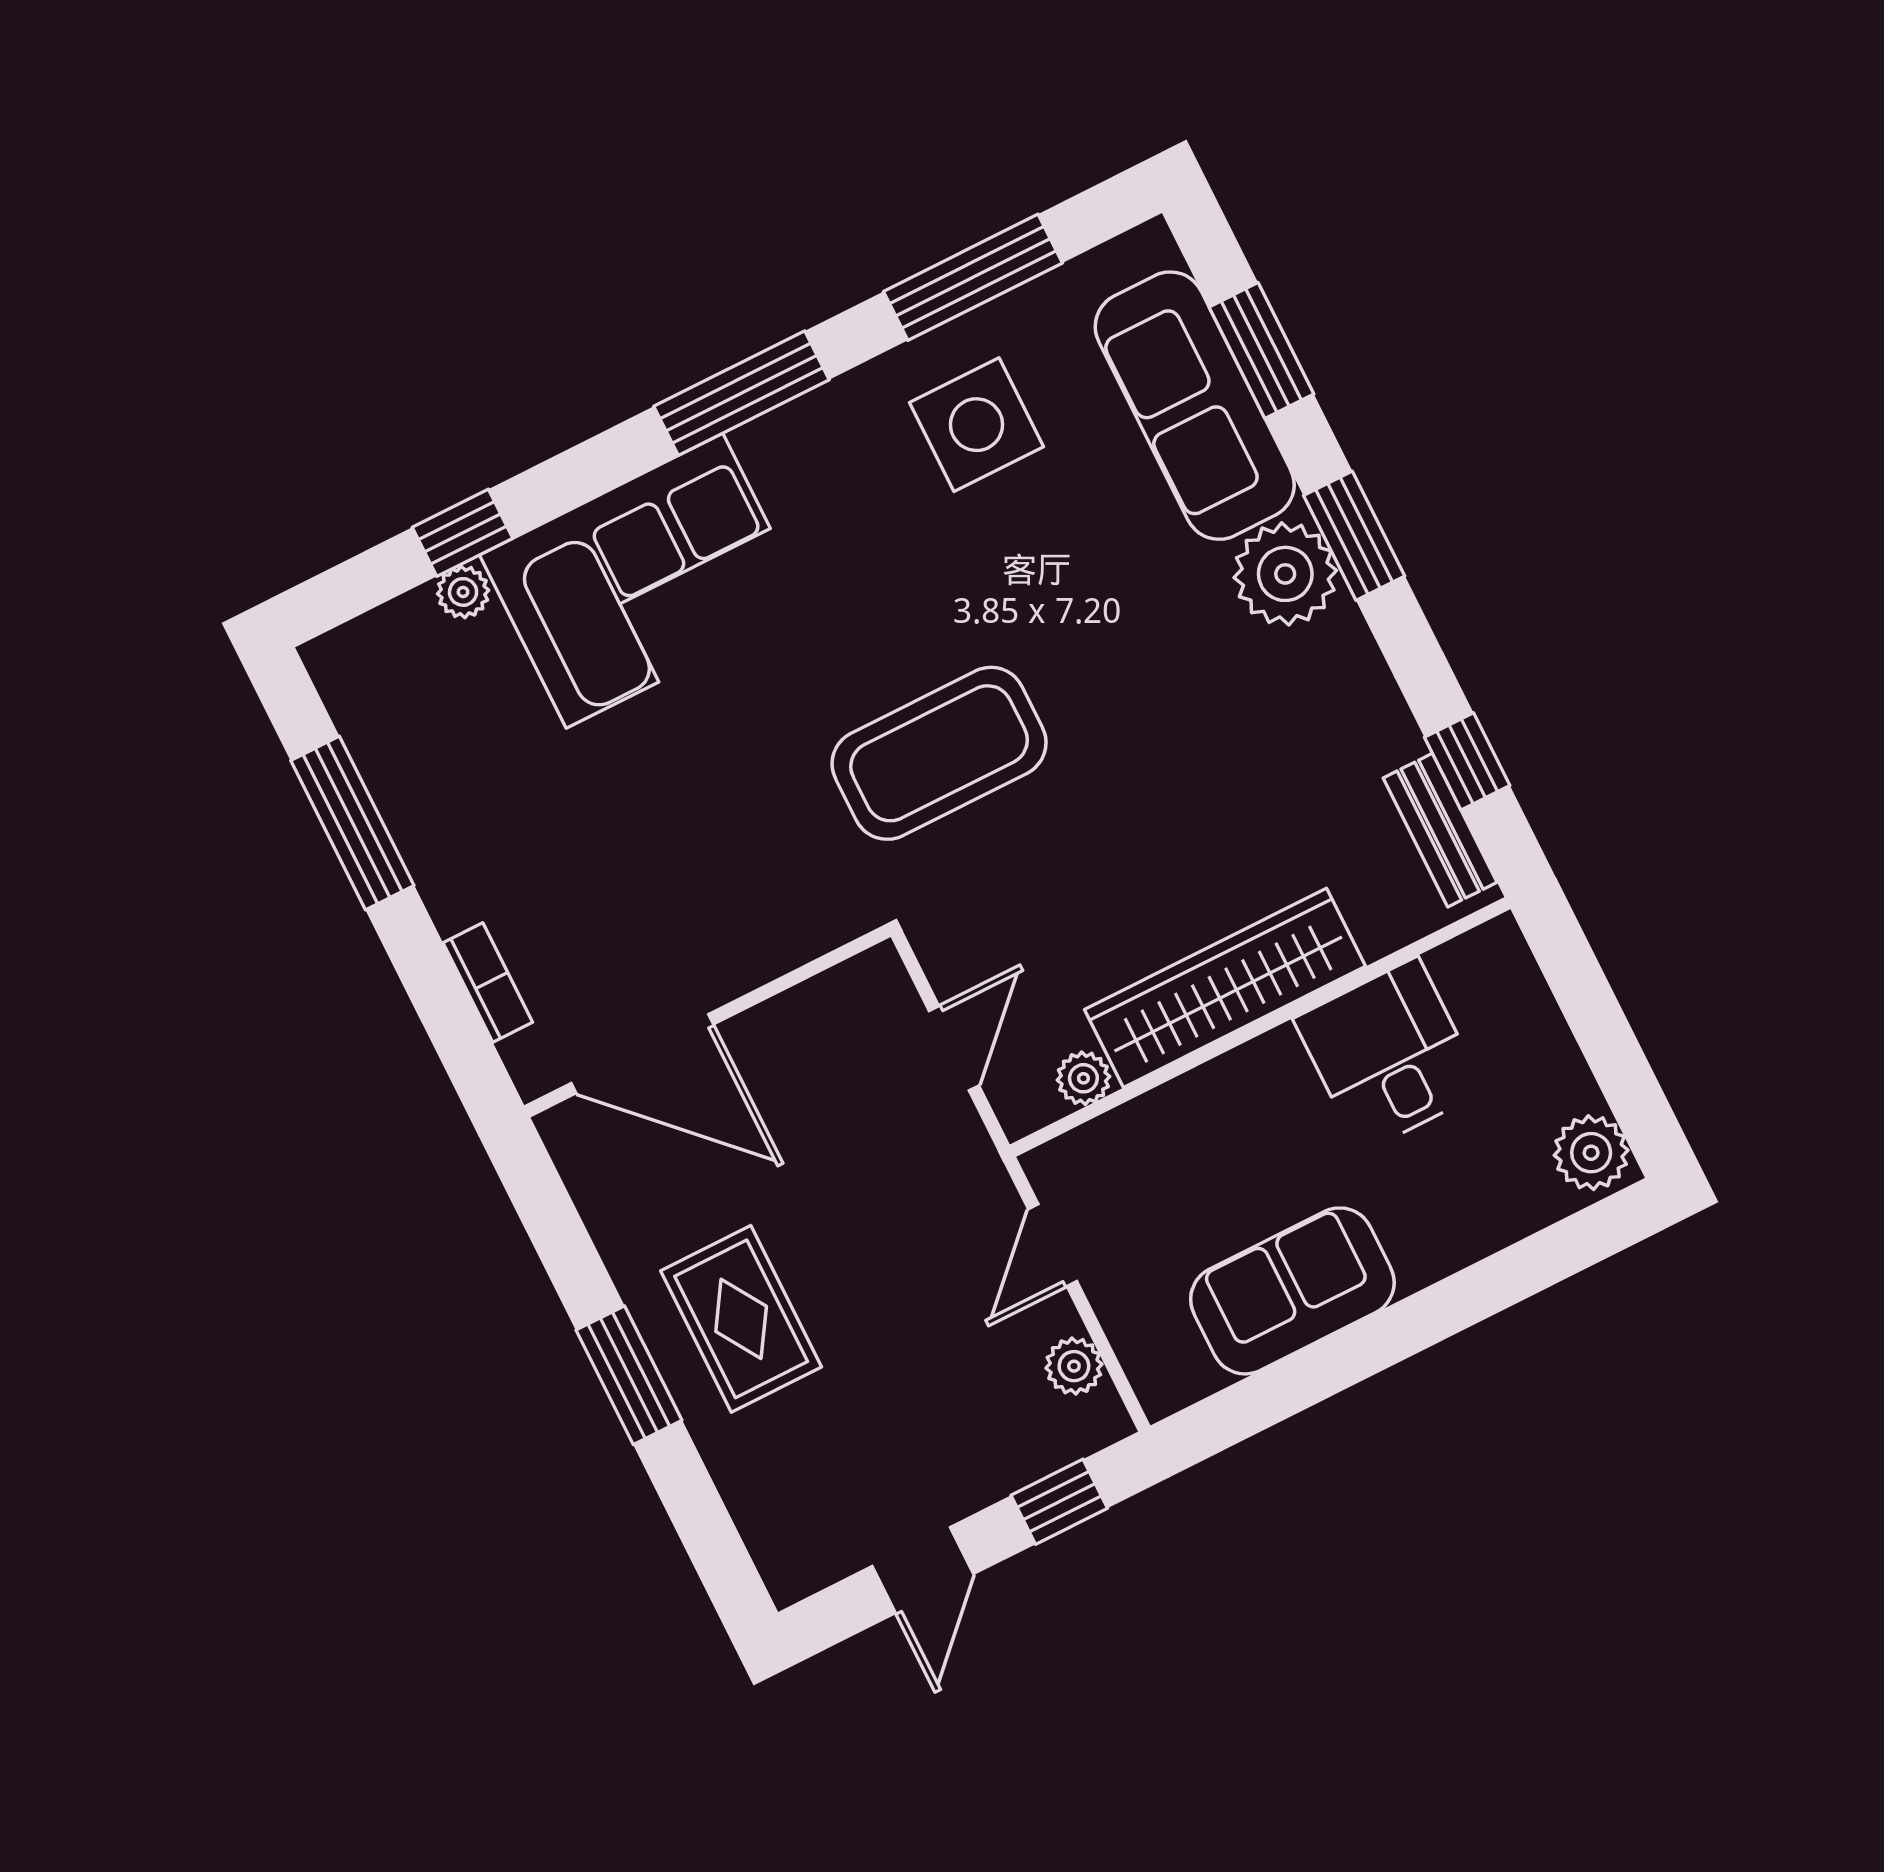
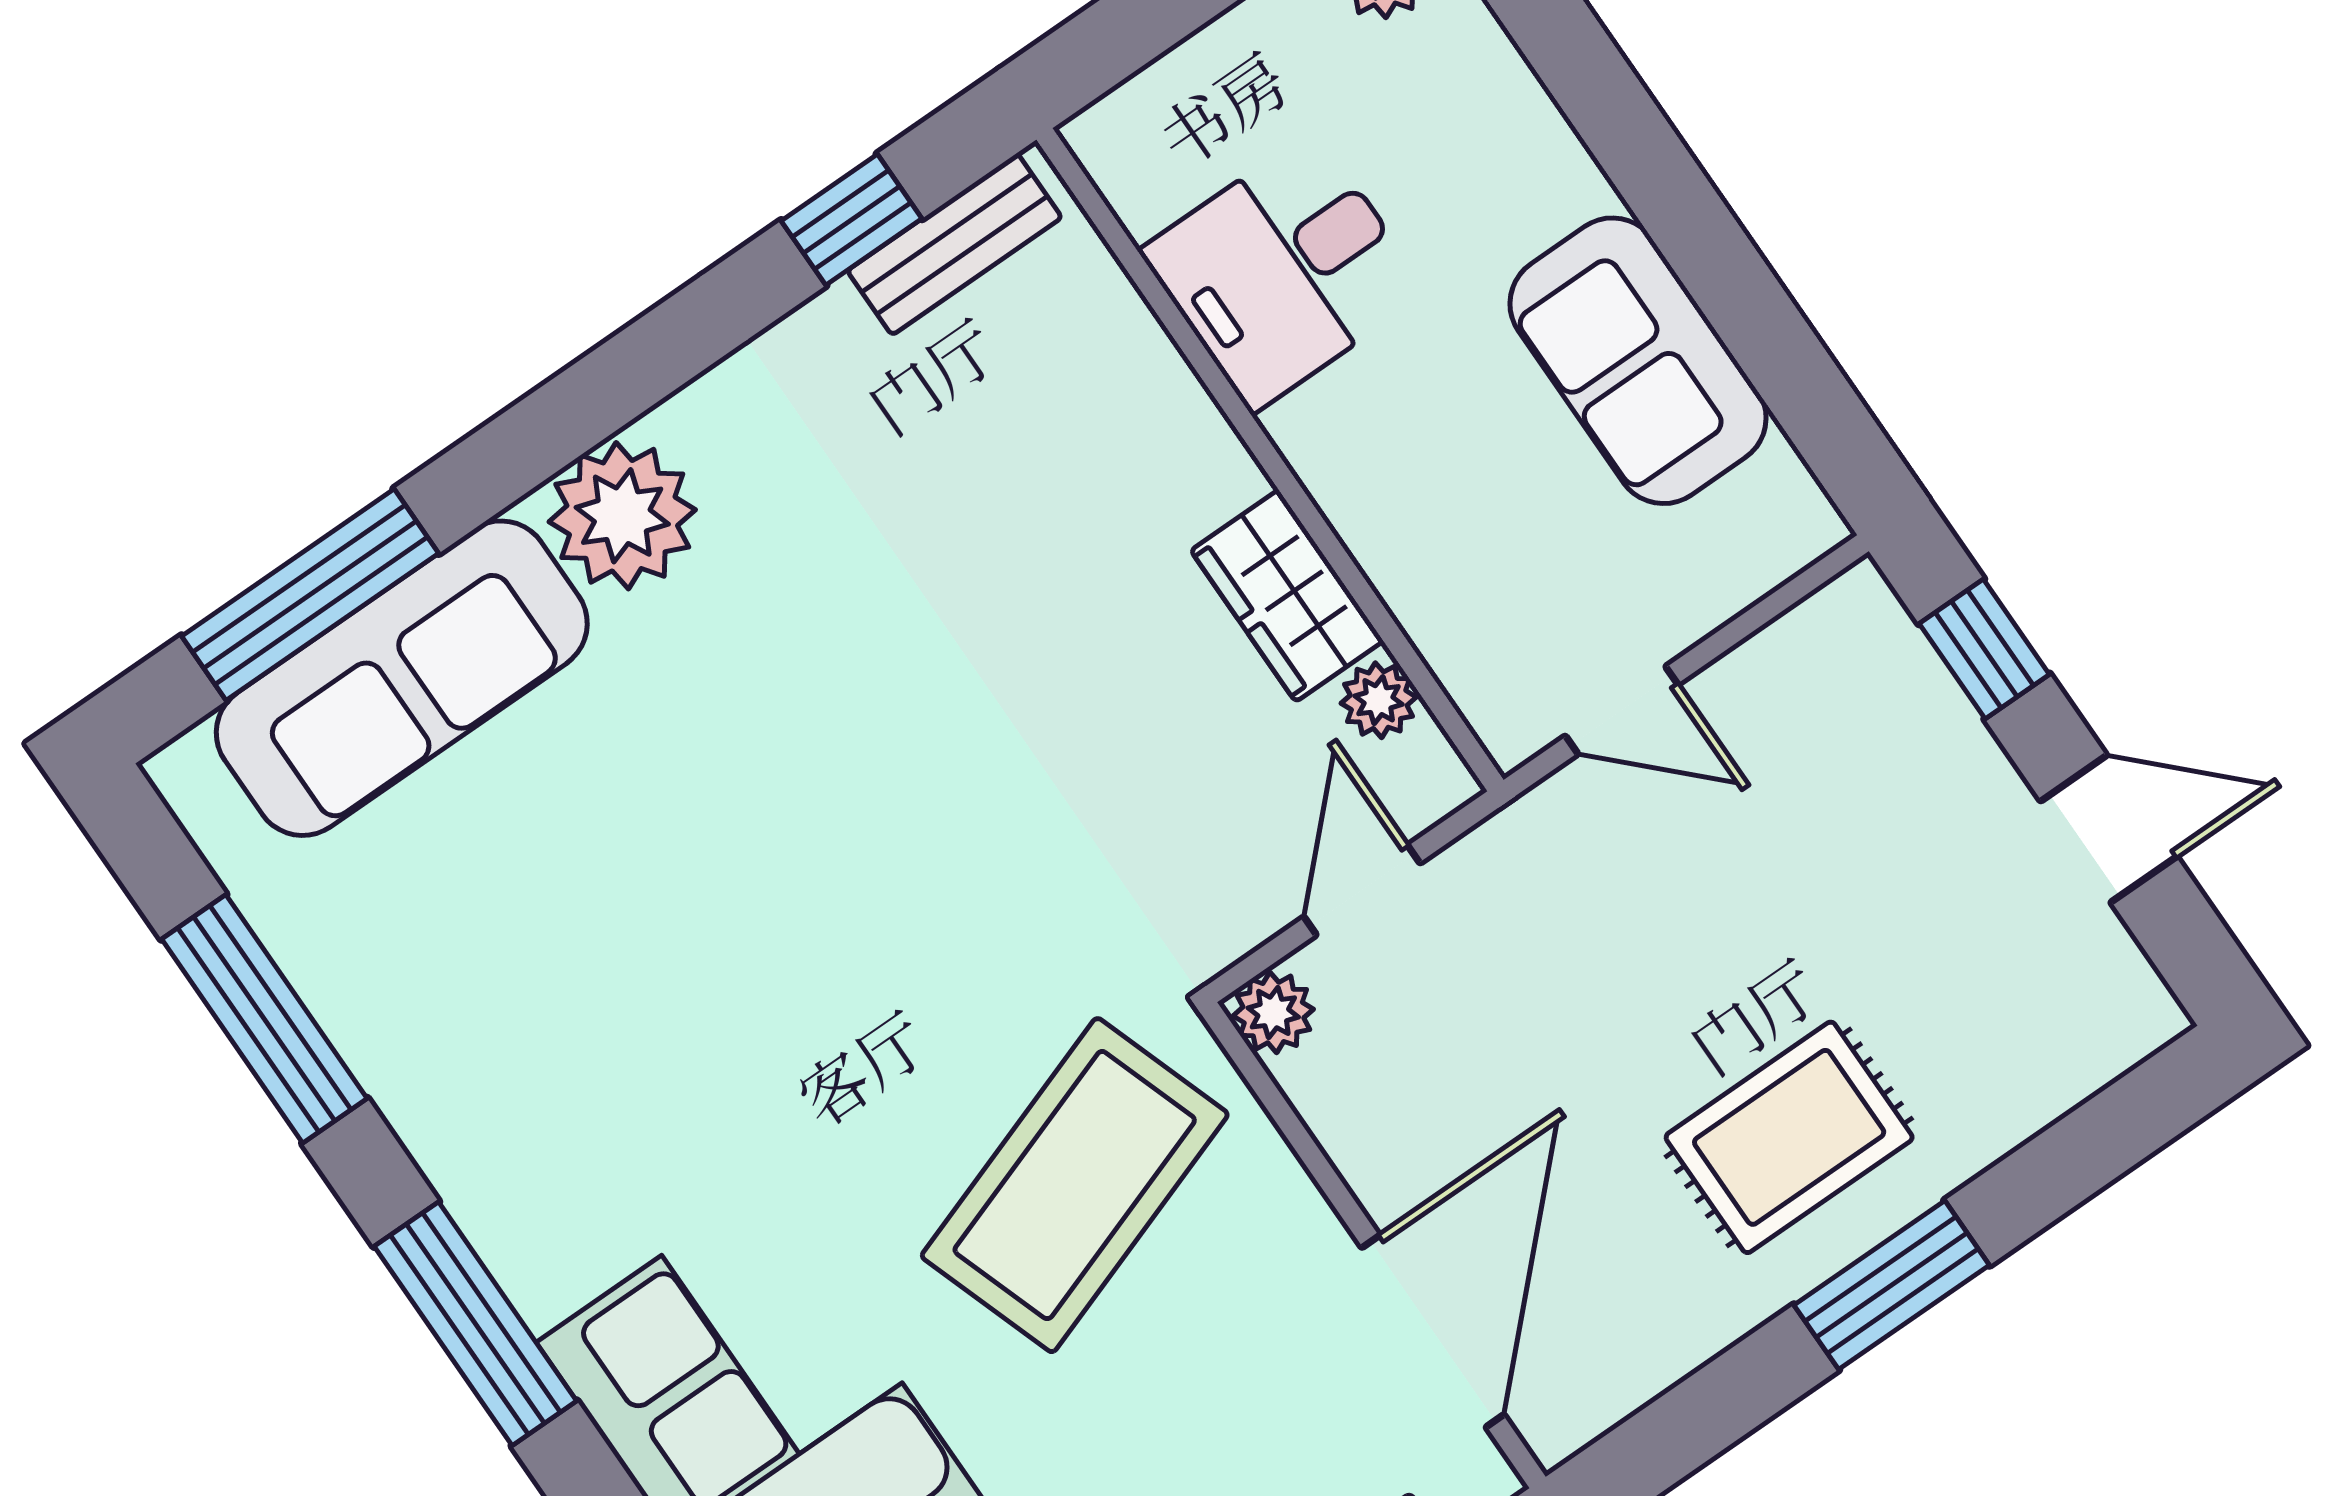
window: (1261, 351) -> (310, 595), width x1.44
side table: (976, 425) -> (473, 984), removed
window: (1354, 536) -> (554, 426), removed
coffee table: (939, 753) -> (1075, 1185), moved, turned 71
wardrobe: (1225, 988) -> (1287, 596), width x0.48, depth x0.85
door: (954, 1048) -> (1362, 890), hinge flipped
plant: (1074, 1366) -> (1273, 1012), moved

